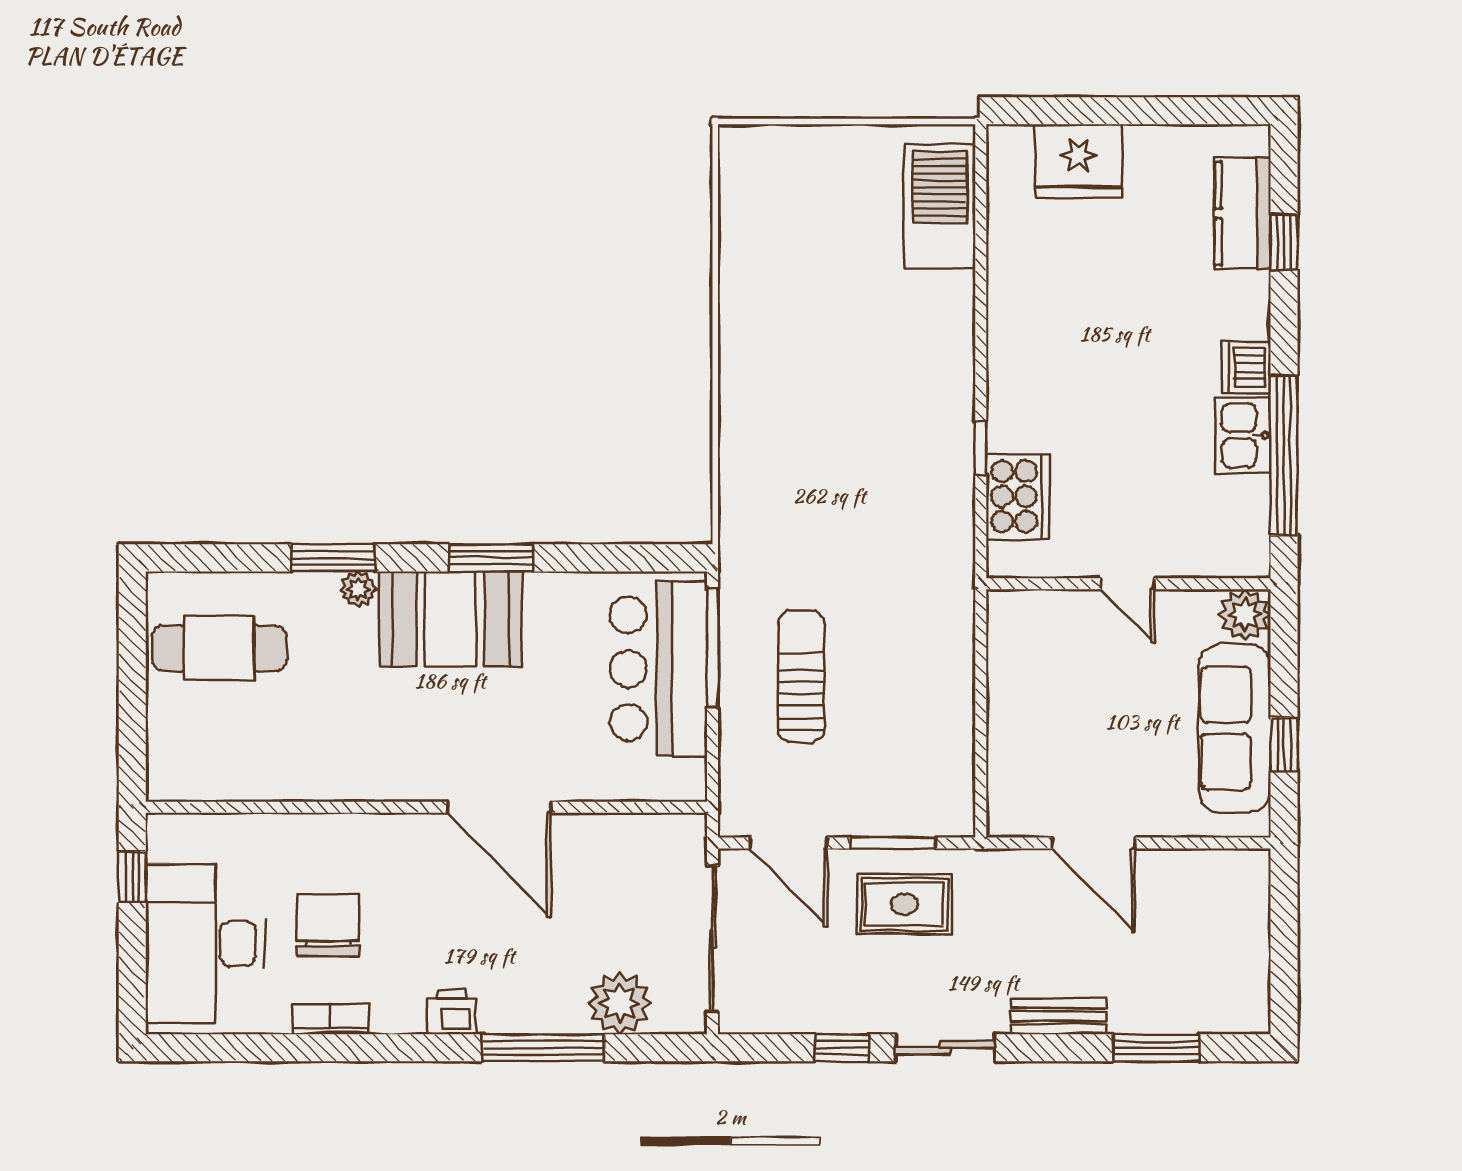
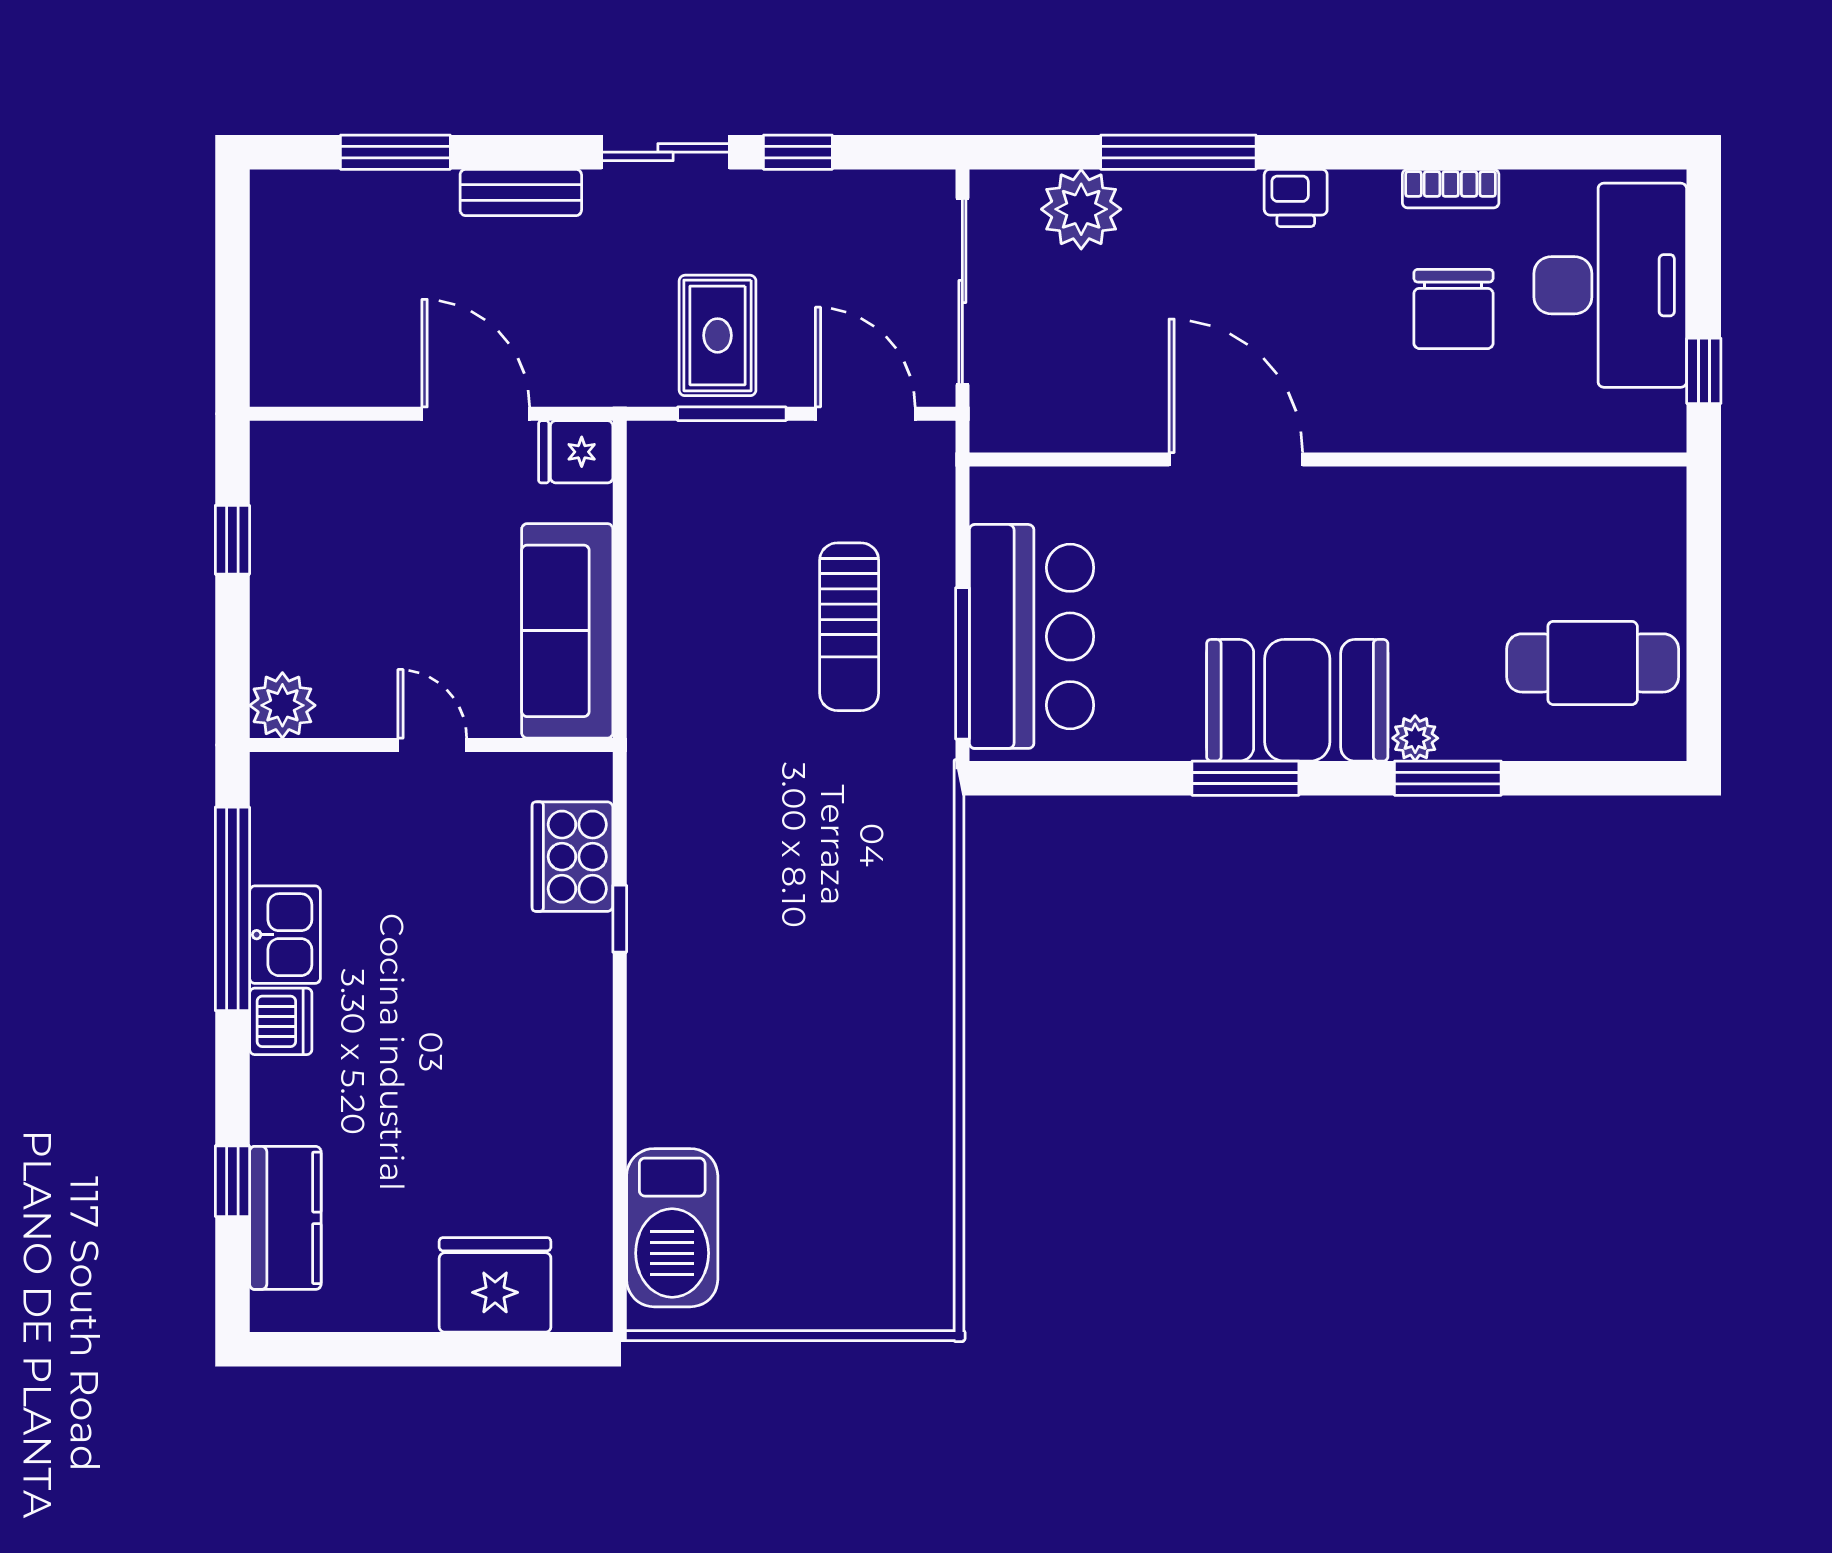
sofa: (1235, 728) -> (567, 631), moved, turned 180
fridge: (1015, 813) -> (576, 452), added
rug: (904, 904) -> (718, 335), turned 90

